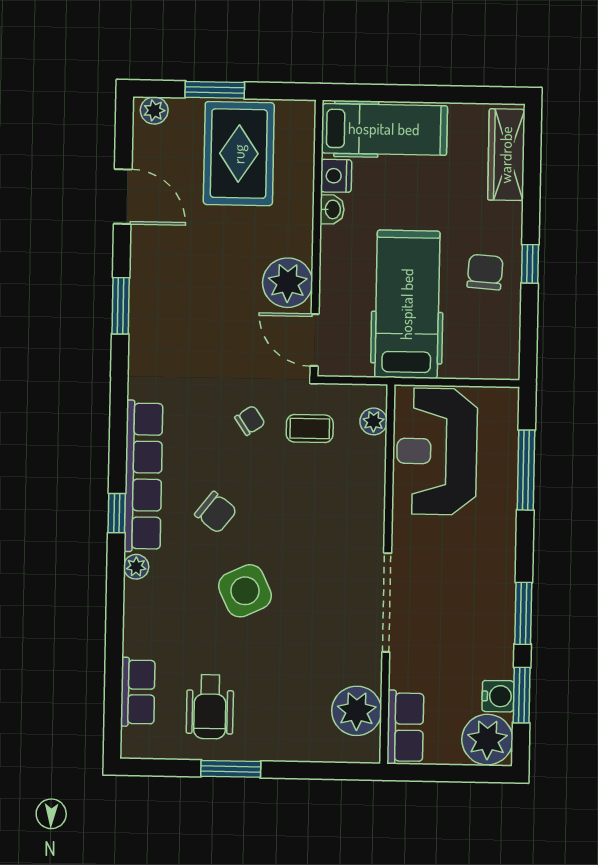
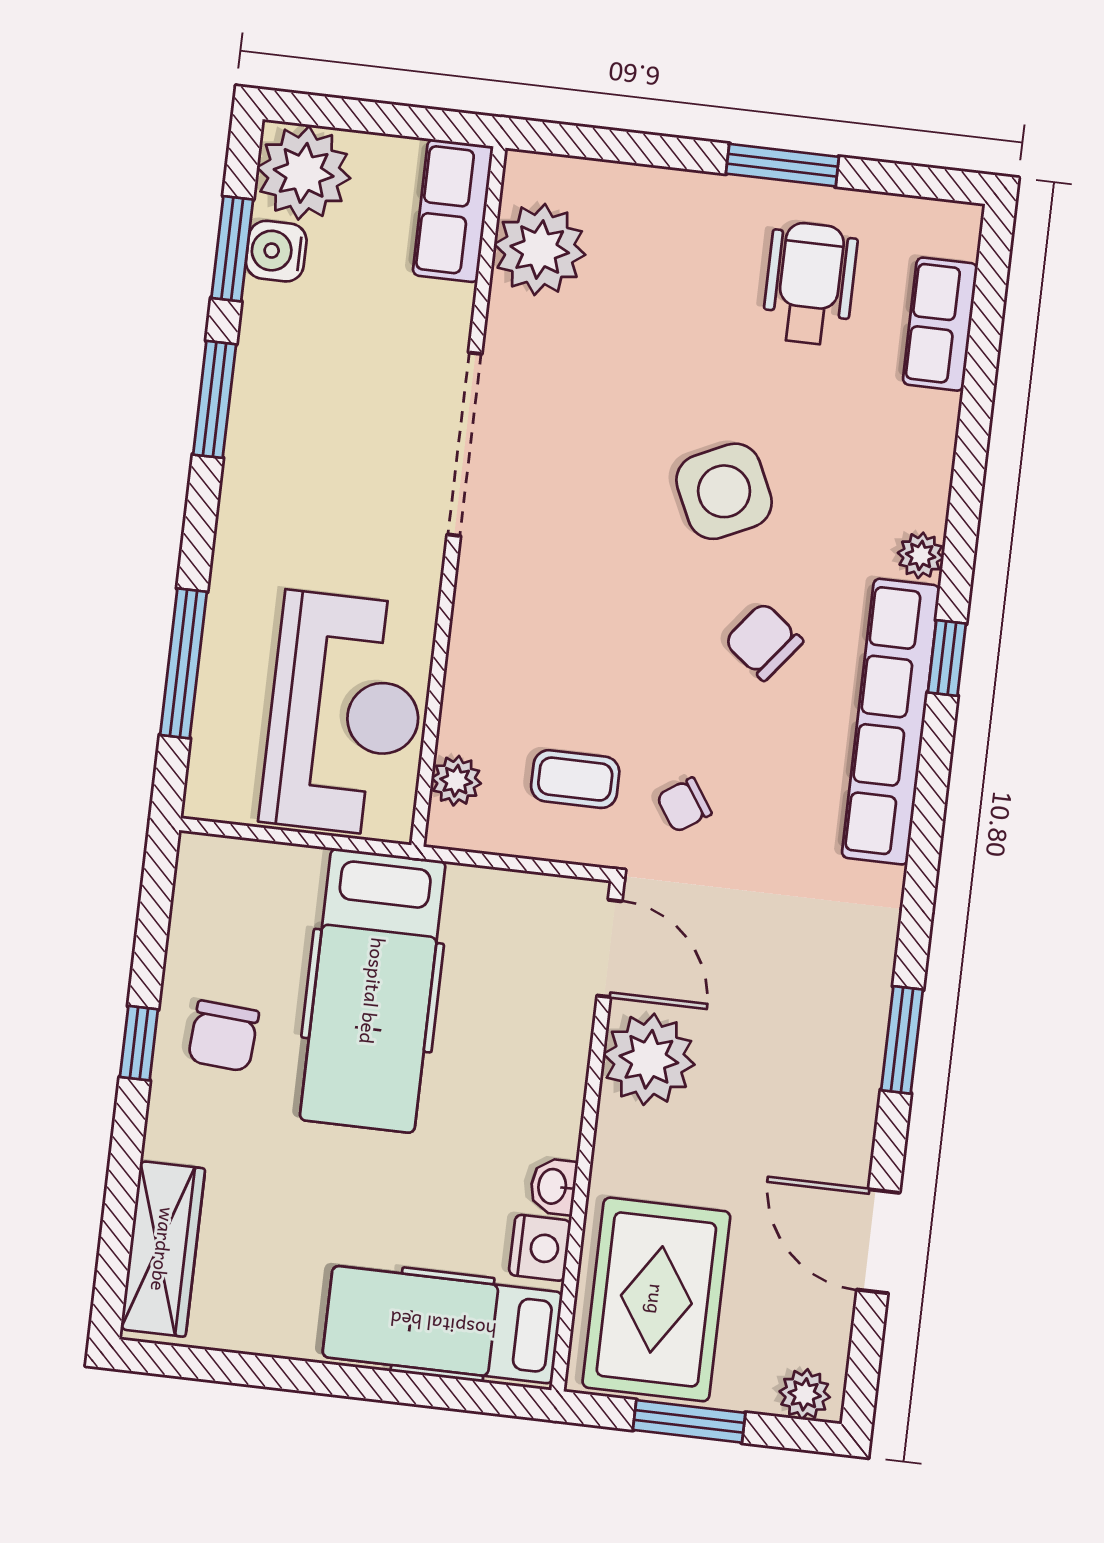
hospital bed: (384, 129) -> (443, 1325), moved
nightstand: (336, 176) -> (540, 1248), moved
washbasin: (332, 209) -> (553, 1186), moved
wall: (317, 238) -> (587, 1136), moved
plant: (288, 283) -> (649, 1059), moved
door: (315, 340) -> (609, 948), moved

